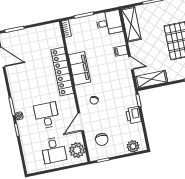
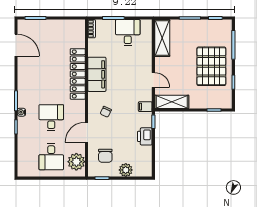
desk: (109, 23) -> (128, 33), moved, turned -90
filing cabinet: (121, 51) -> (145, 107), moved
plant: (133, 146) -> (126, 170), moved

